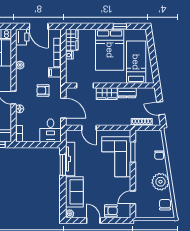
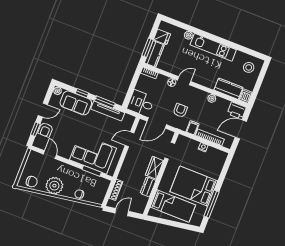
window: (120, 26) -> (212, 204), width x2.17
wardrobe: (72, 40) -> (217, 155), removed
window: (63, 190) -> (82, 93), added
window: (114, 221) -> (35, 129), added

